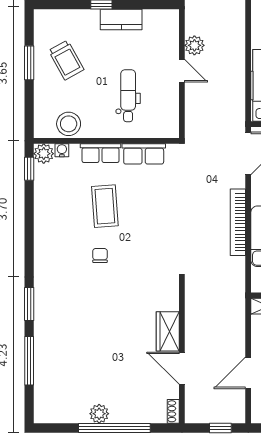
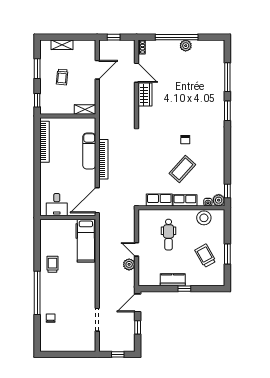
coffee table: (105, 206) -> (182, 169), turned 46

